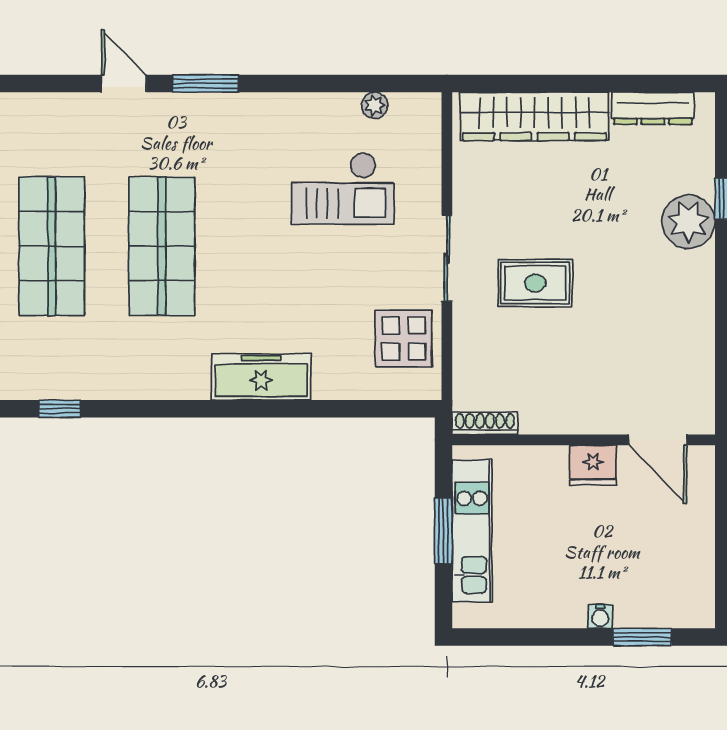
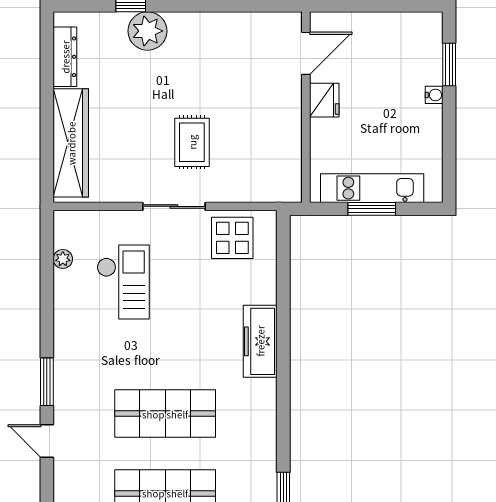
door: (124, 84) -> (47, 441), hinge flipped
shoe rack: (485, 423) -> (294, 179), removed

